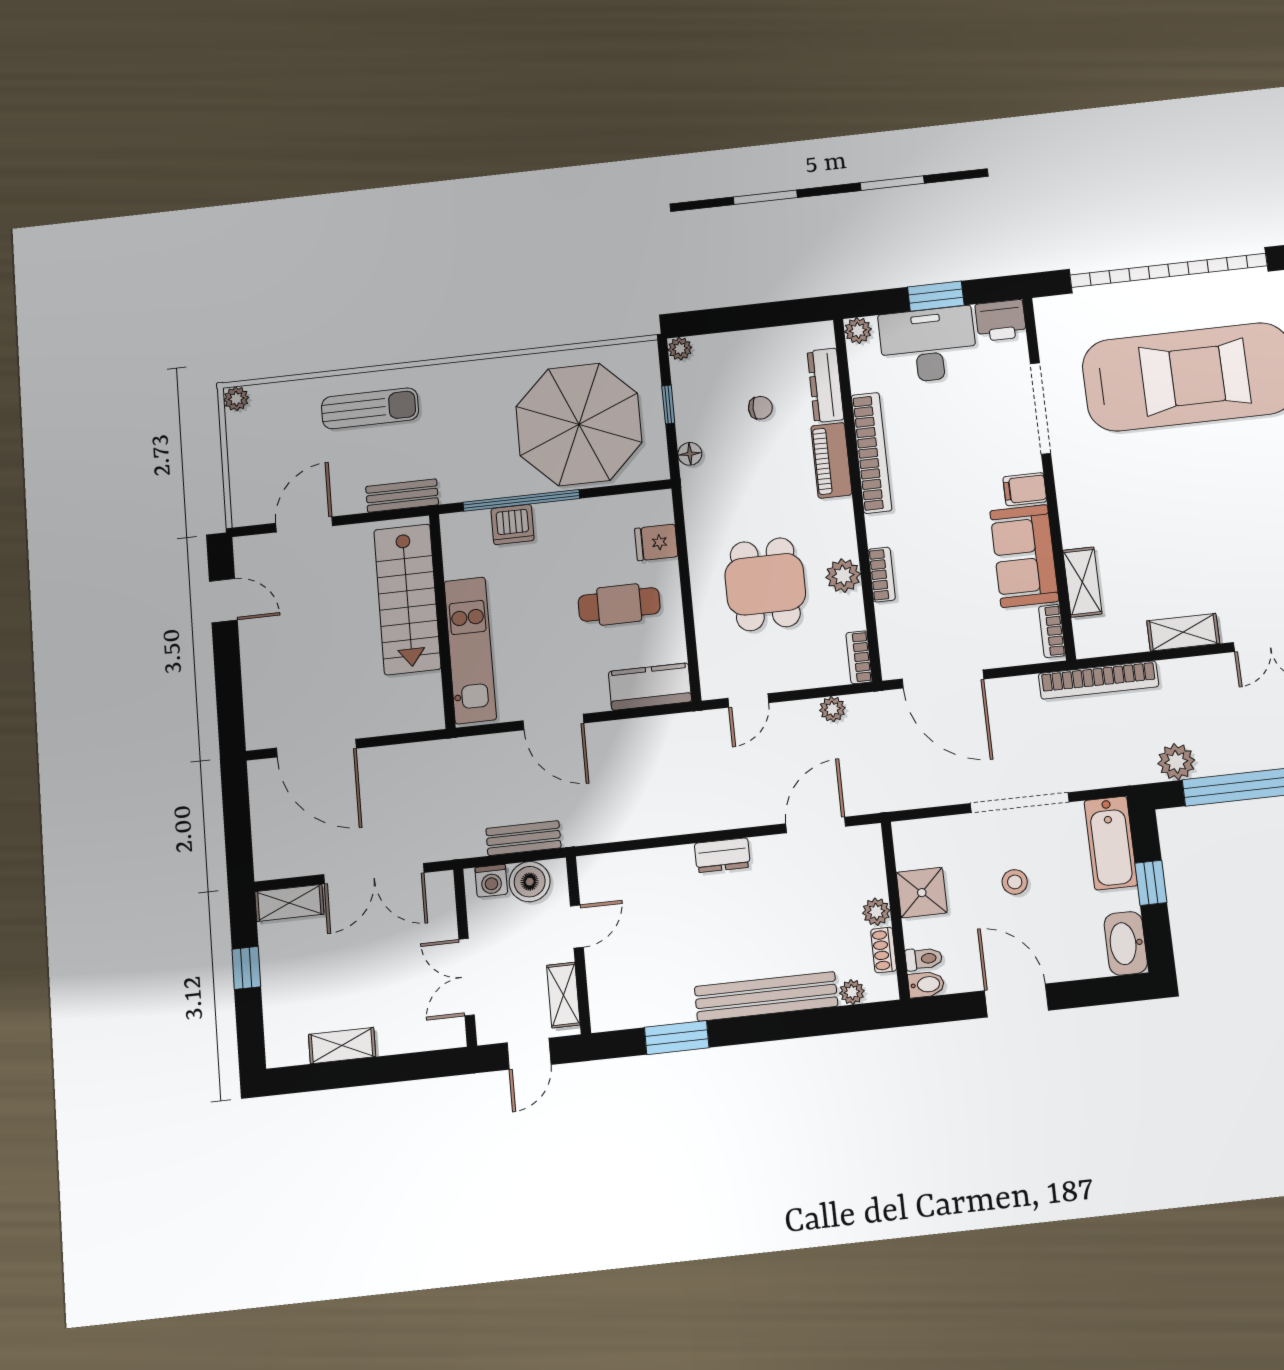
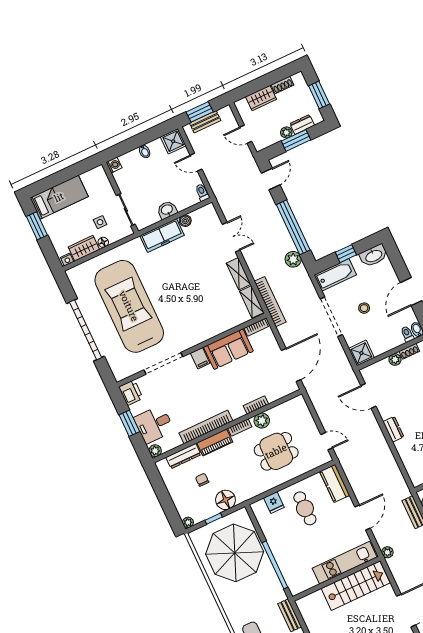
garage door: (1168, 270) -> (86, 330), width x0.73
desk: (928, 345) -> (154, 424), width x0.73
floor lamp: (690, 454) -> (226, 500), width x1.89, depth x1.89
dishwasher: (513, 525) -> (286, 565), removed
shelving: (1082, 582) -> (252, 302), moved, turned 90
stairs: (407, 599) -> (356, 586), moved
bookcase: (859, 657) -> (240, 427), moved
plant: (832, 709) -> (387, 552), moved
shower: (922, 893) -> (361, 353), moved

